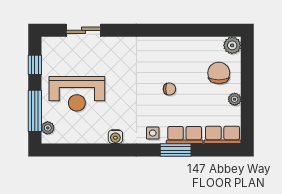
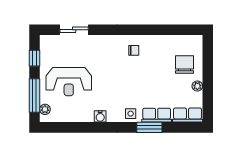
plant: (232, 45) -> (195, 42), removed
chair: (169, 89) -> (134, 50), moved

